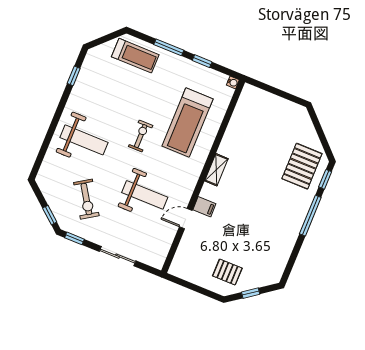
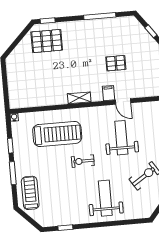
window: (310, 216) -> (100, 16), moved
pallet: (227, 272) -> (116, 63), moved, turned 90

